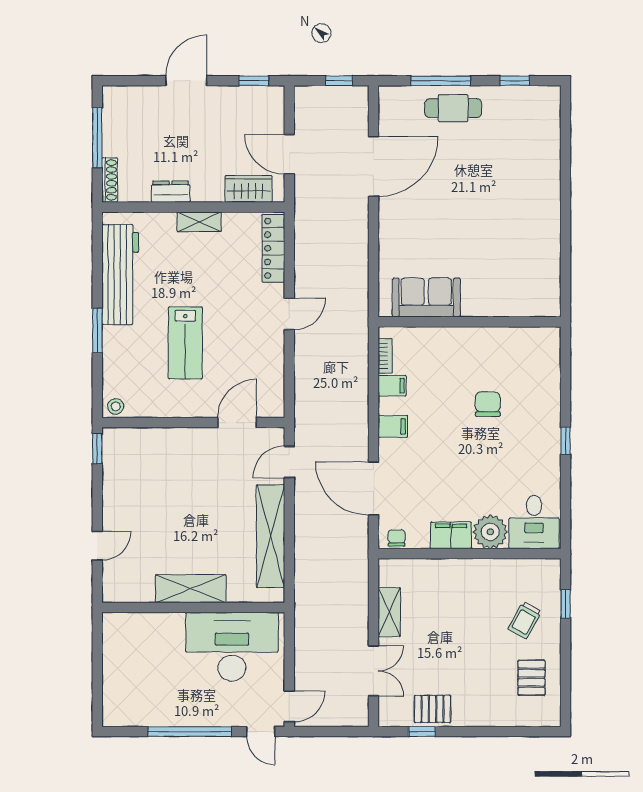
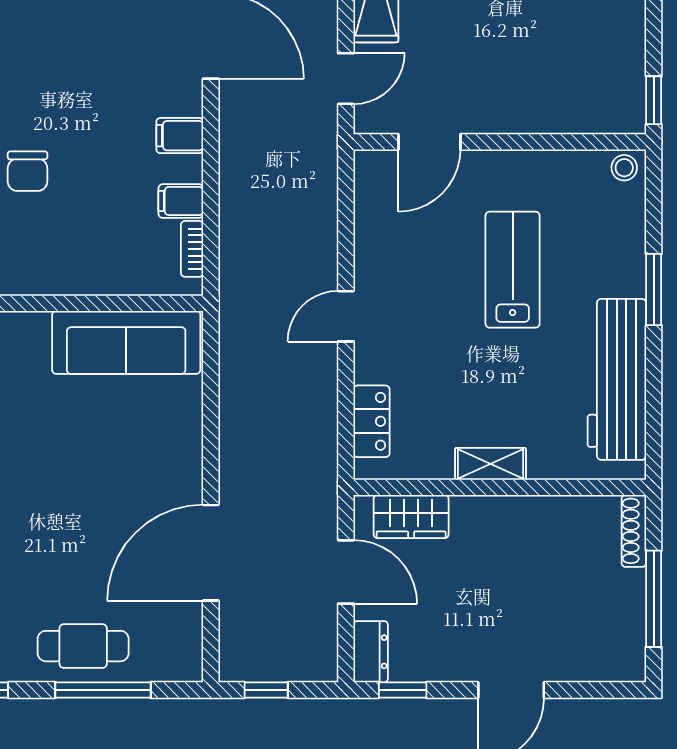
dresser: (171, 192) -> (371, 652), moved, turned -90
locker: (273, 248) -> (371, 421), width x0.66
sofa: (426, 298) -> (126, 342), width x1.36

